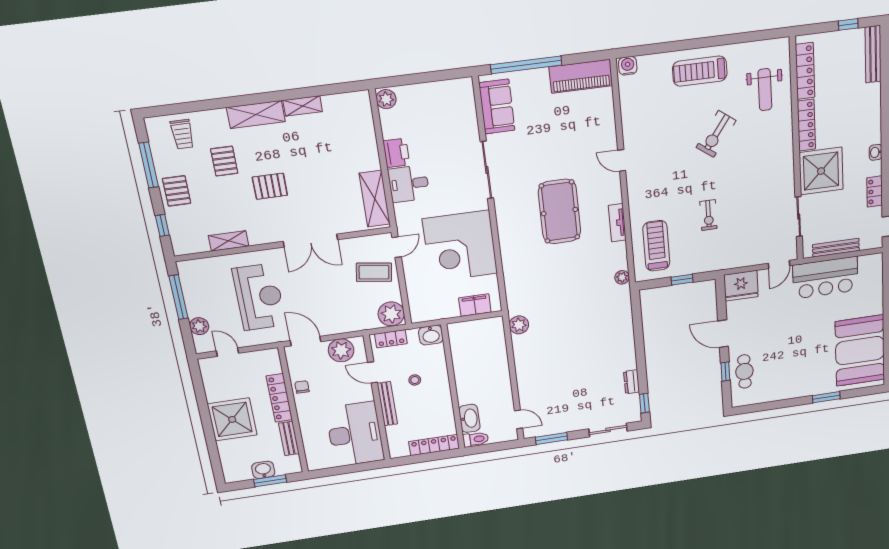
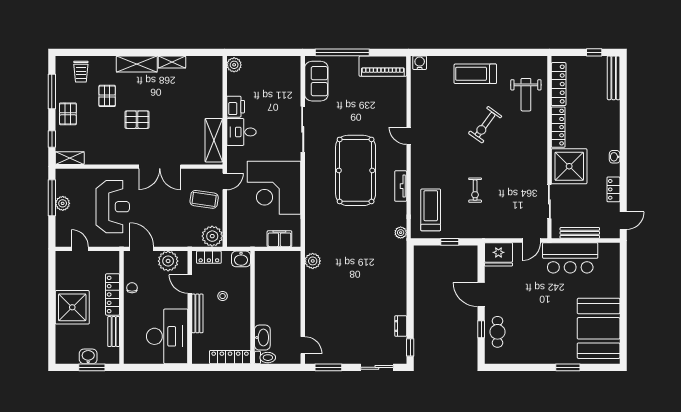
pool table: (559, 212) -> (356, 170), width x1.36, depth x1.32
shelving: (229, 241) -> (70, 158), moved
plant: (199, 326) -> (63, 203), moved

